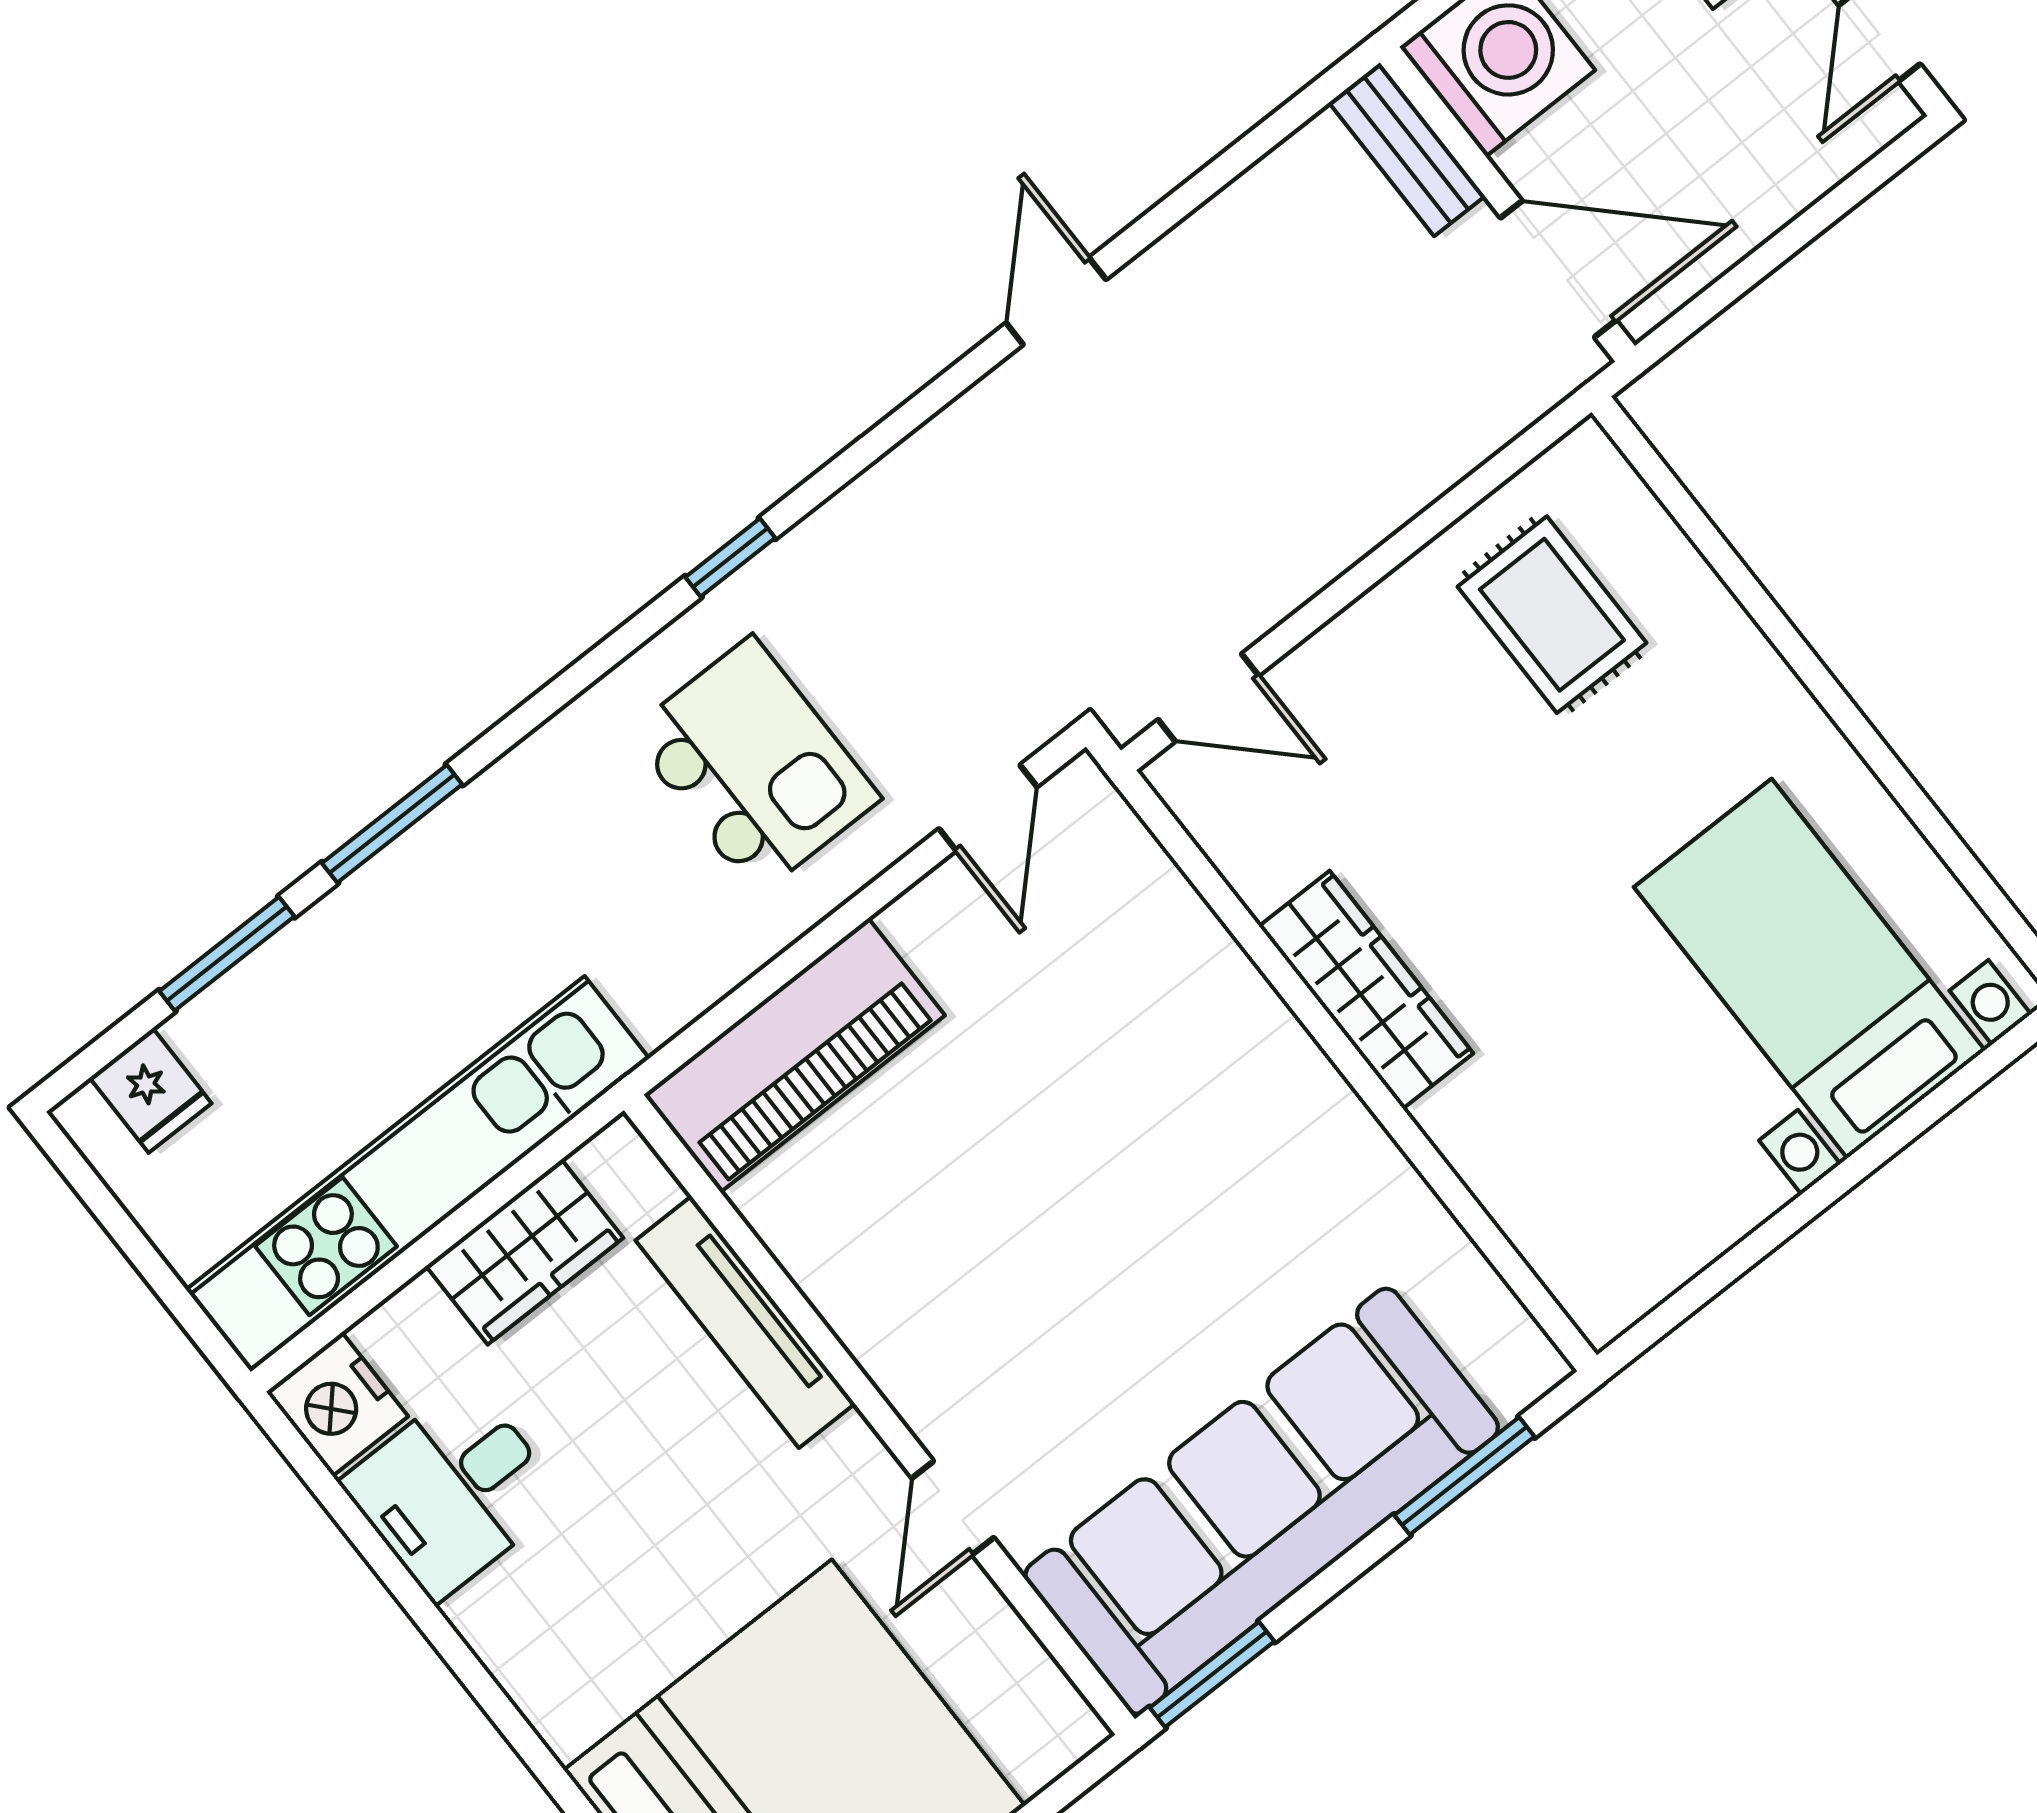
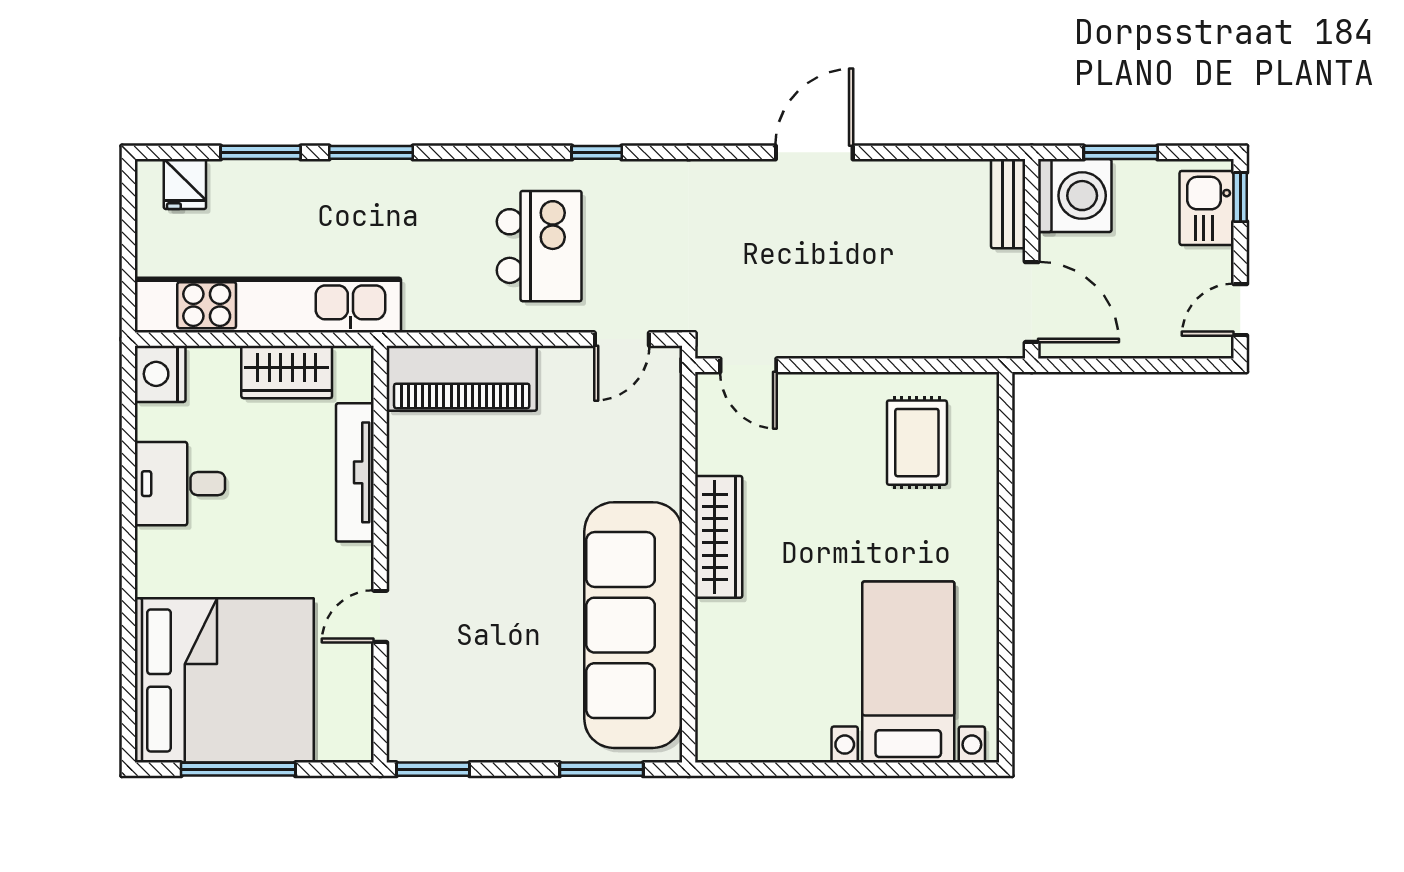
door: (1056, 301) -> (814, 152), width x1.38
desk: (453, 1491) -> (180, 484), moved
sofa: (1262, 1501) -> (633, 625), moved, turned -90

